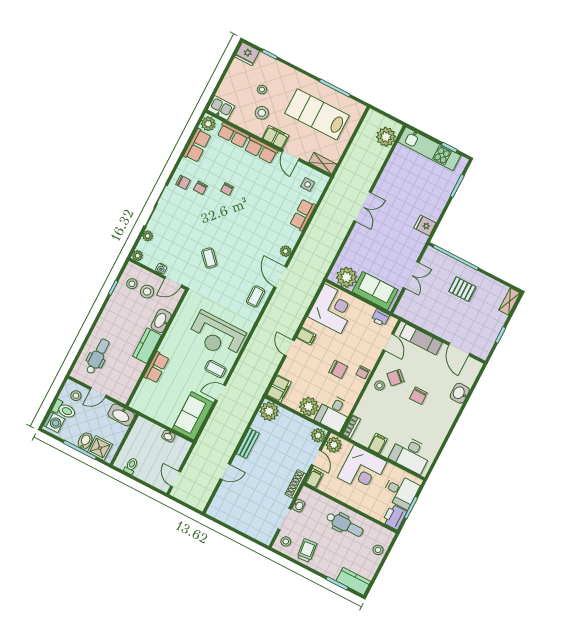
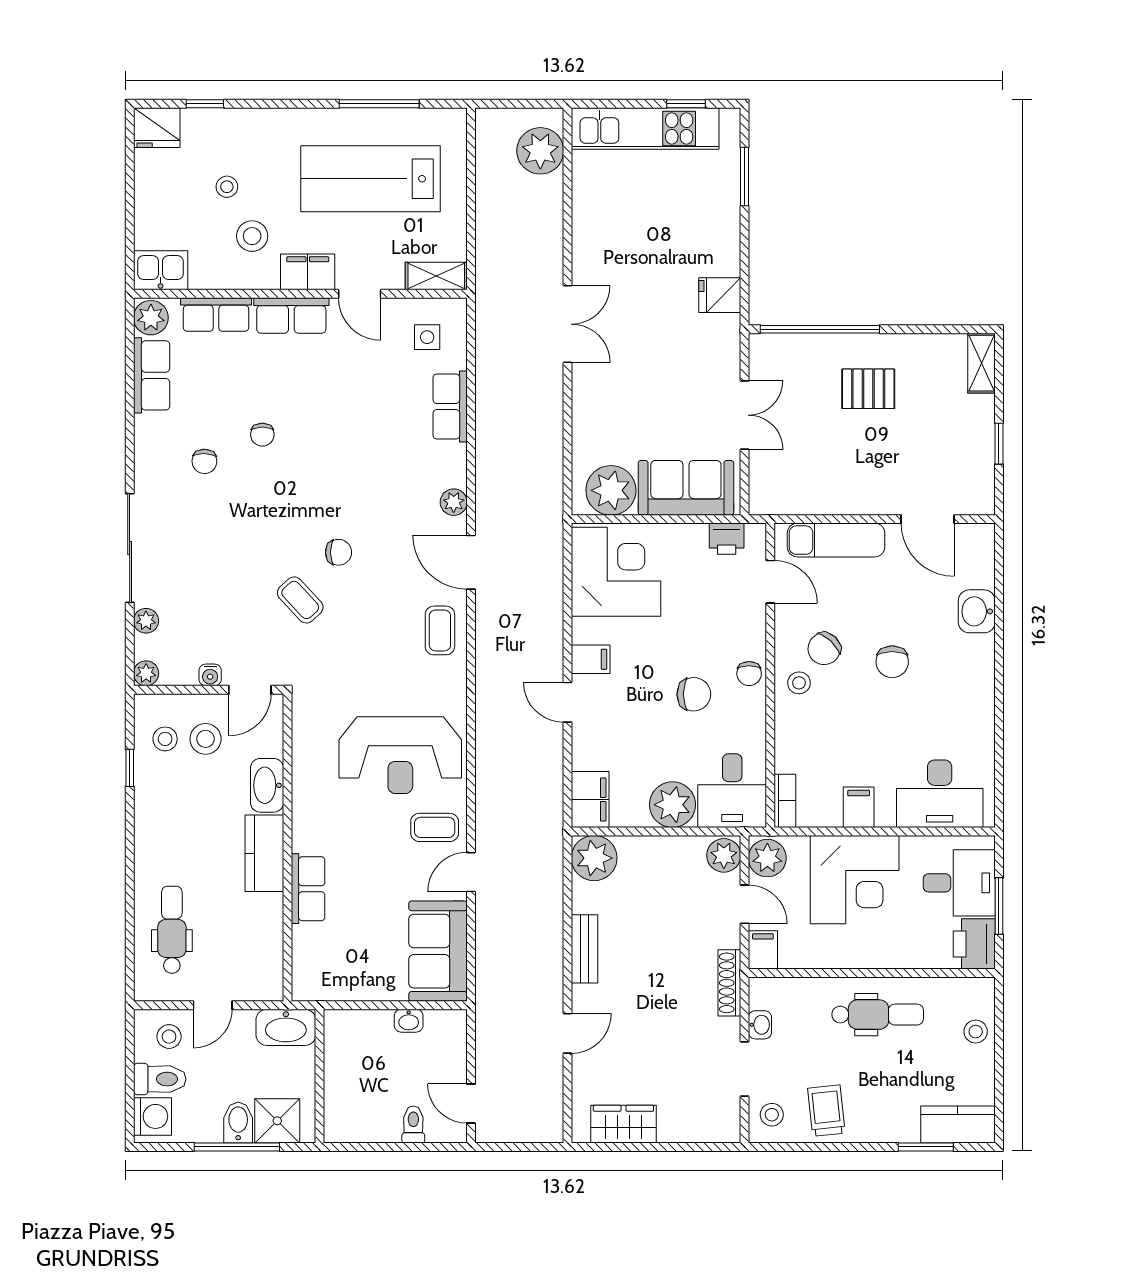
chair: (183, 182) -> (339, 552), moved
toilet: (131, 466) -> (413, 1125), moved
wardrobe: (229, 516) -> (623, 1124), added

